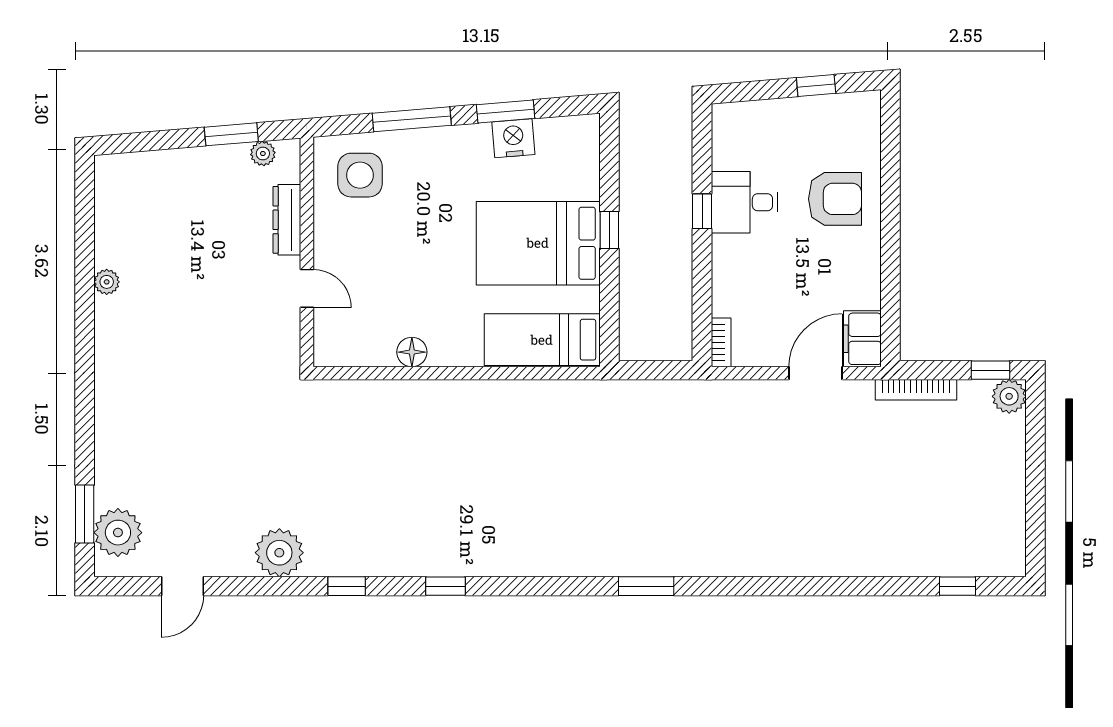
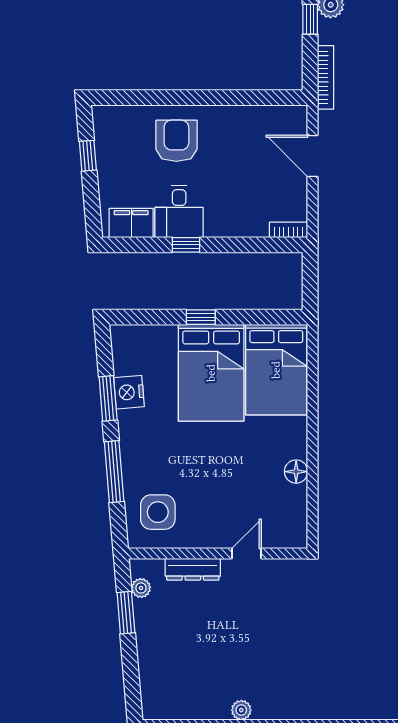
filing cabinet: (862, 339) -> (131, 223), moved, turned 180
bed: (542, 340) -> (276, 370), width x1.50

